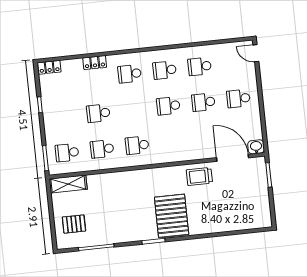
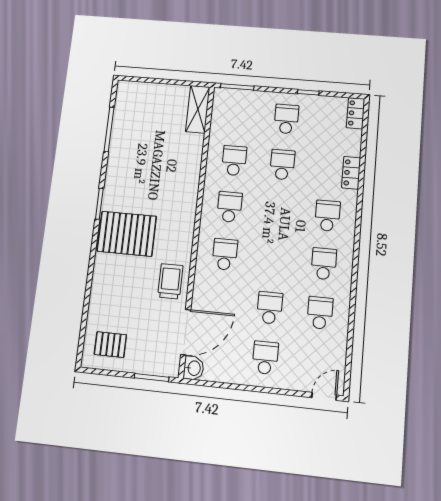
school desk: (168, 106) -> (225, 254), moved
school desk: (67, 153) -> (286, 119), moved
pallet: (74, 224) -> (110, 345), moved, turned 90

